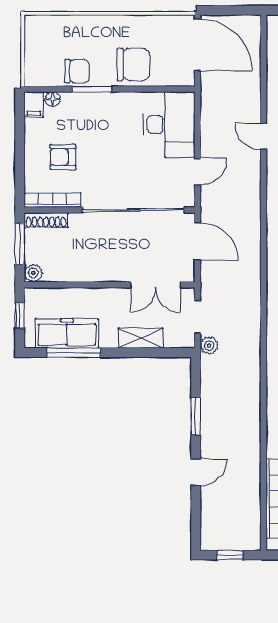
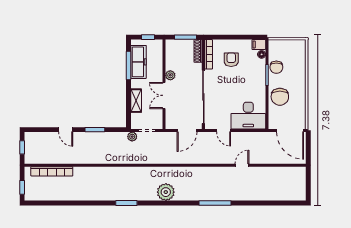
door: (197, 45) -> (290, 130), hinge flipped
plant: (33, 273) -> (170, 75), moved
double door: (156, 285) -> (164, 95), moved

